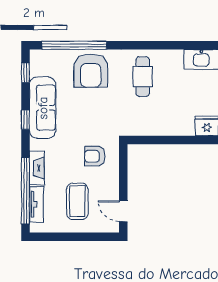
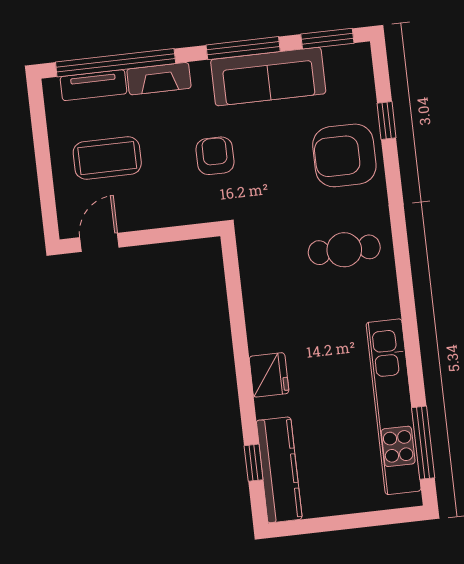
window: (74, 45) -> (386, 120), width x0.32
window: (25, 73) -> (327, 39), width x1.50
window: (25, 120) -> (243, 48), width x2.17
armchair: (95, 156) -> (215, 156), moved

